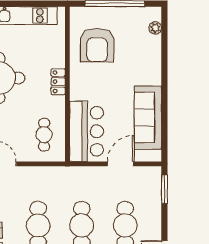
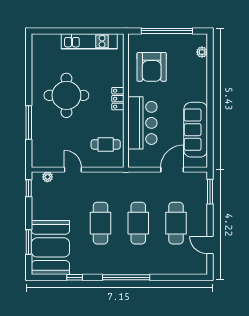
bar counter: (86, 131) -> (142, 123), moved
cafe table: (44, 135) -> (106, 144), turned 90

